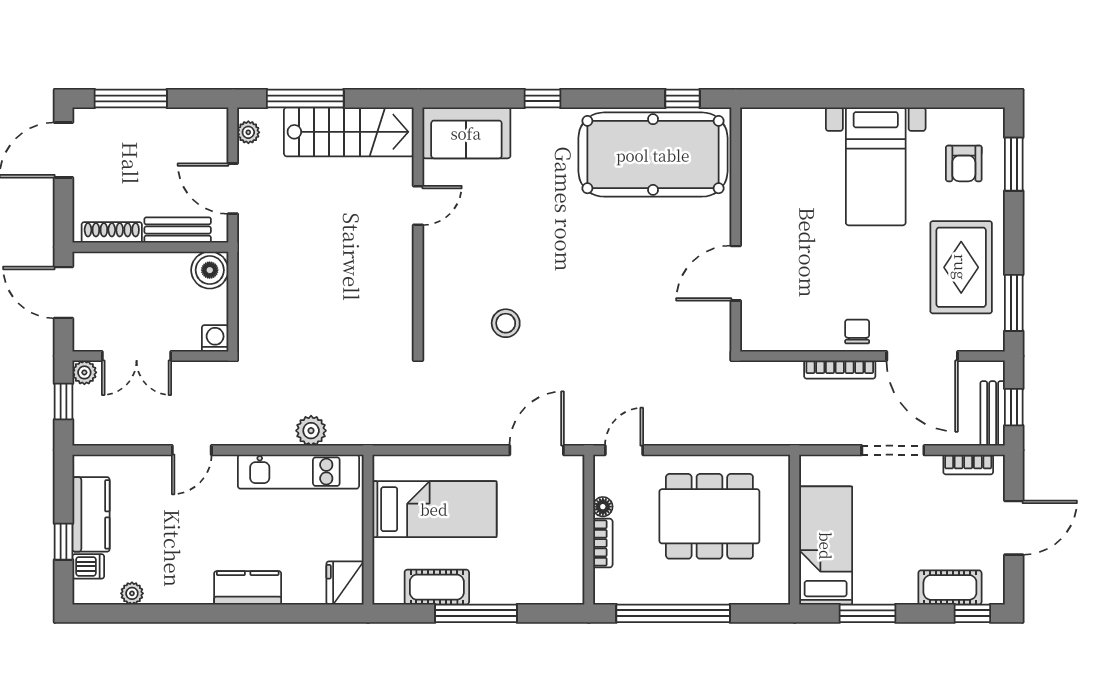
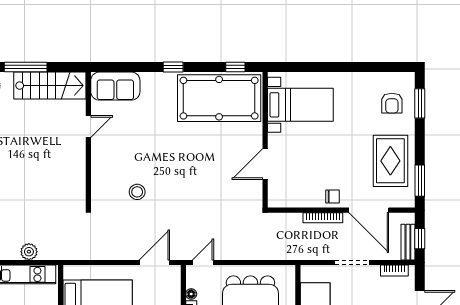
window: (543, 99) -> (173, 67), moved
bed with nightstands: (876, 166) -> (300, 105), moved, turned -90
chair: (857, 332) -> (333, 197), turned 90

